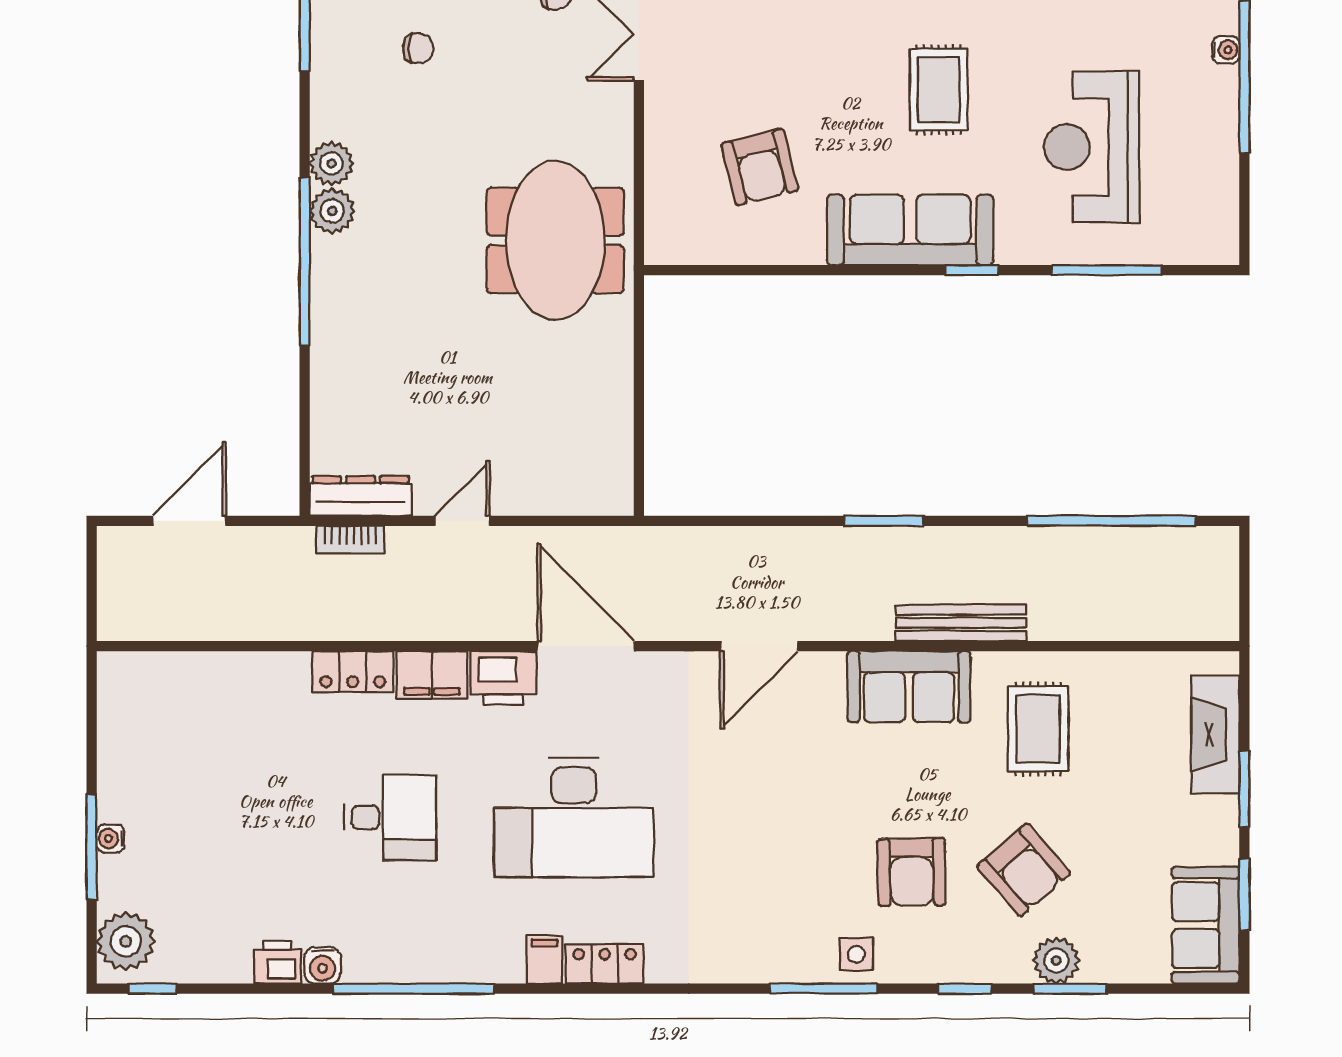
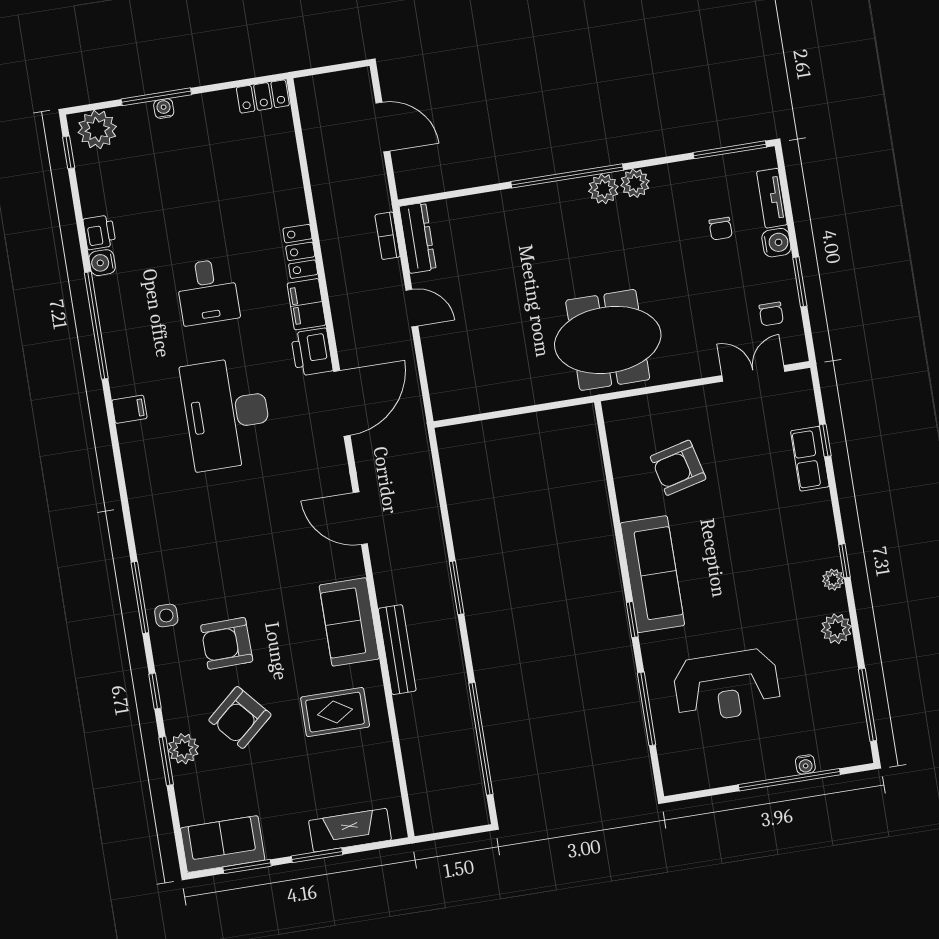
rug: (939, 90) -> (748, 578), removed
reception desk: (1092, 147) -> (727, 686), turned 180
locker: (605, 964) -> (263, 96), moved, turned 90

